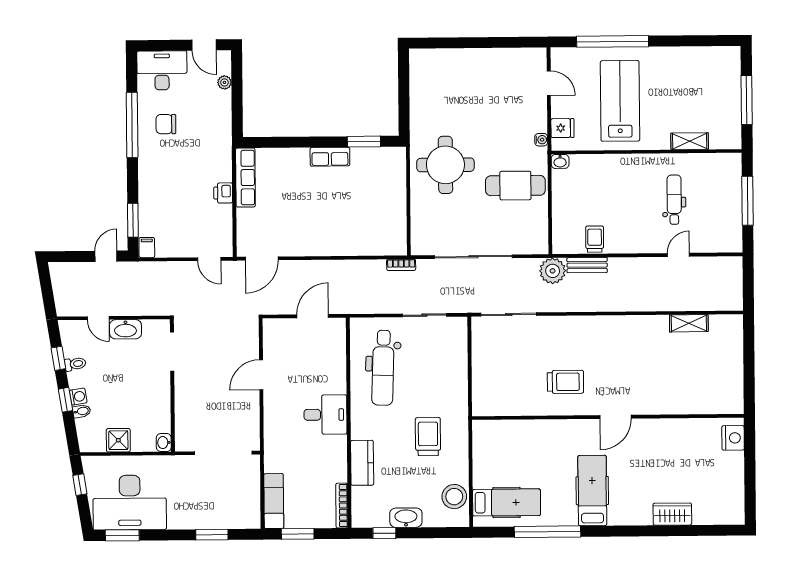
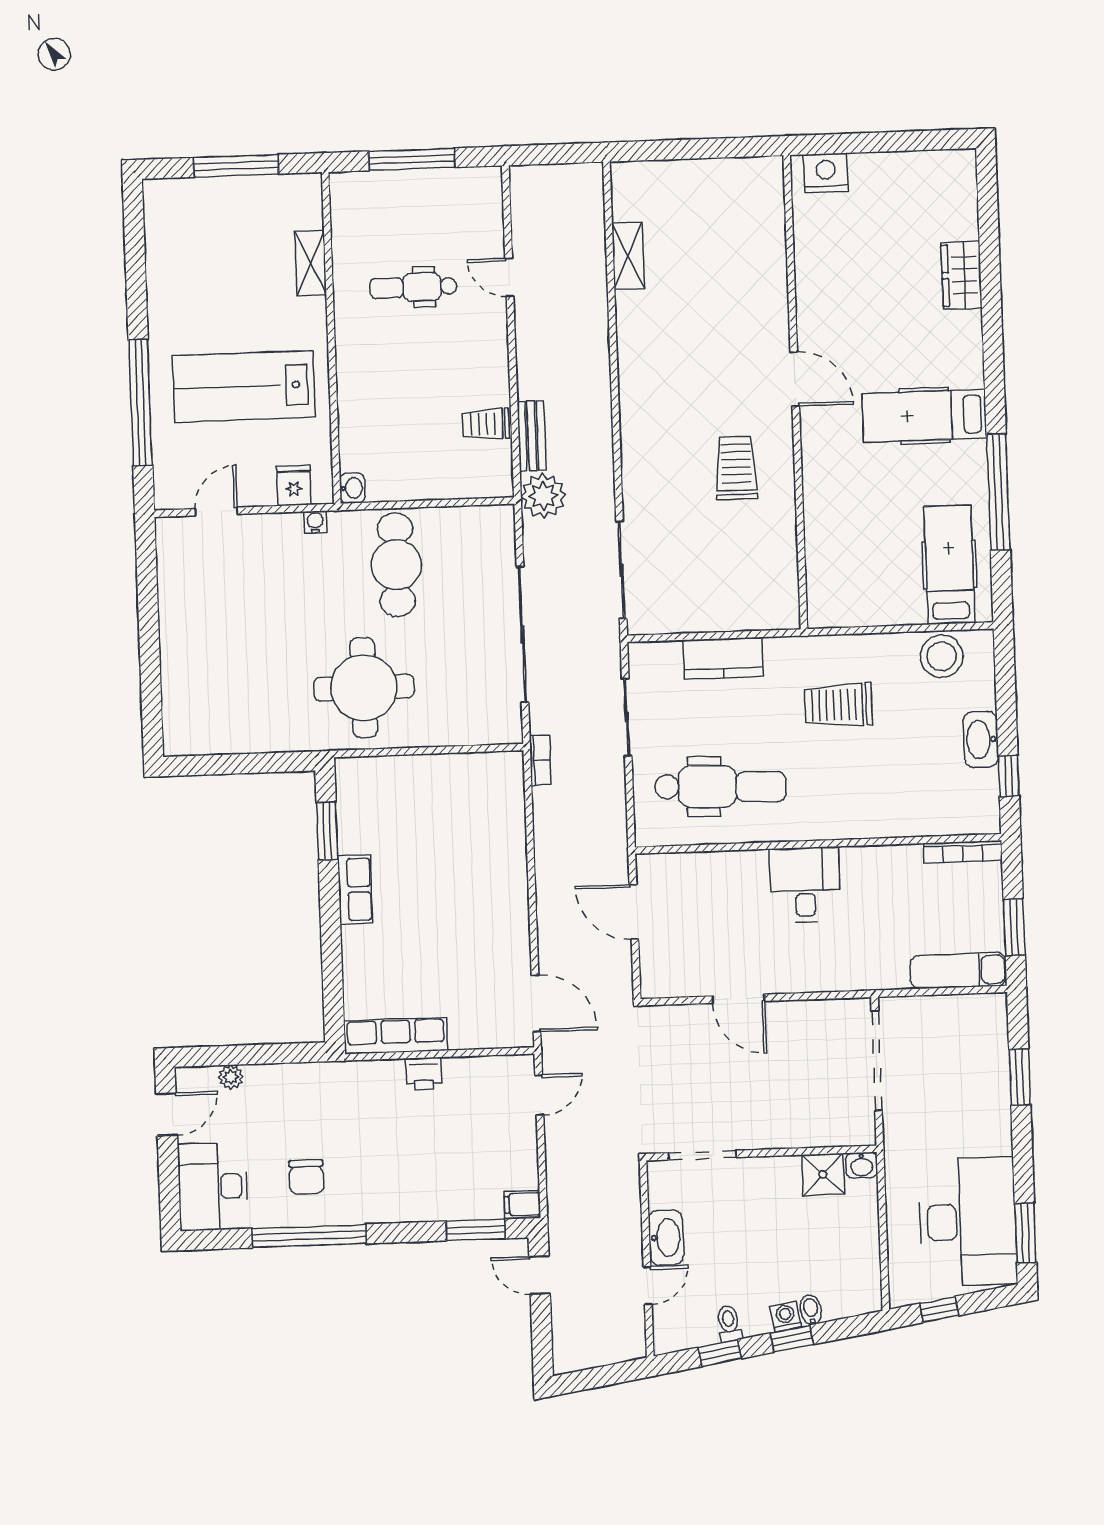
shower: (118, 440) -> (823, 1174), moved
kitchen counter: (362, 463) -> (723, 658), moved, turned 180

